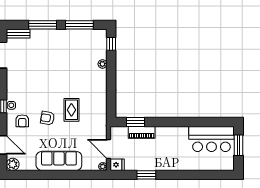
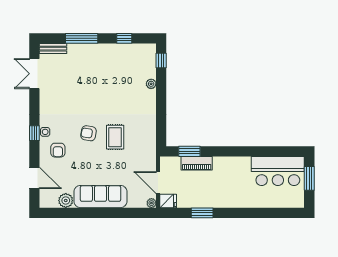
window: (79, 25) -> (124, 38), width x0.46
armchair: (47, 118) -> (88, 133), moved
plant: (13, 164) -> (66, 201), moved

